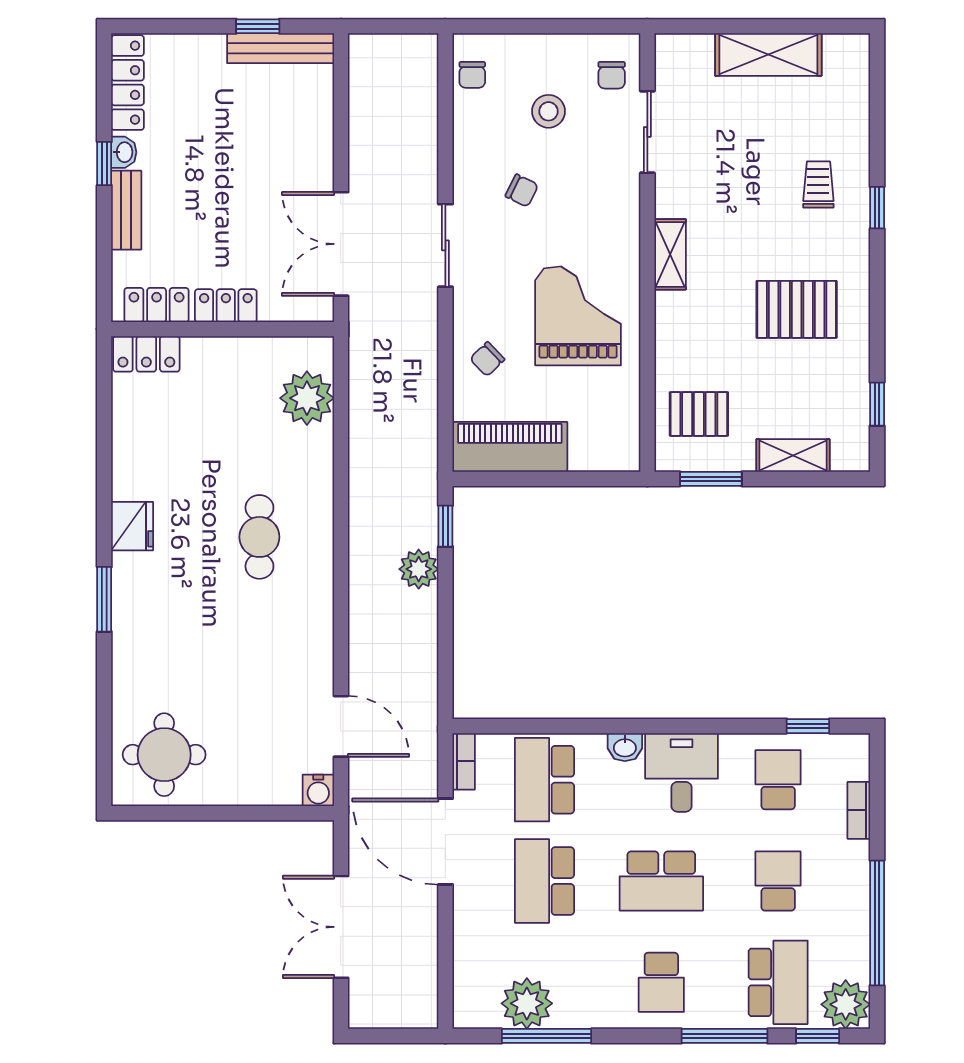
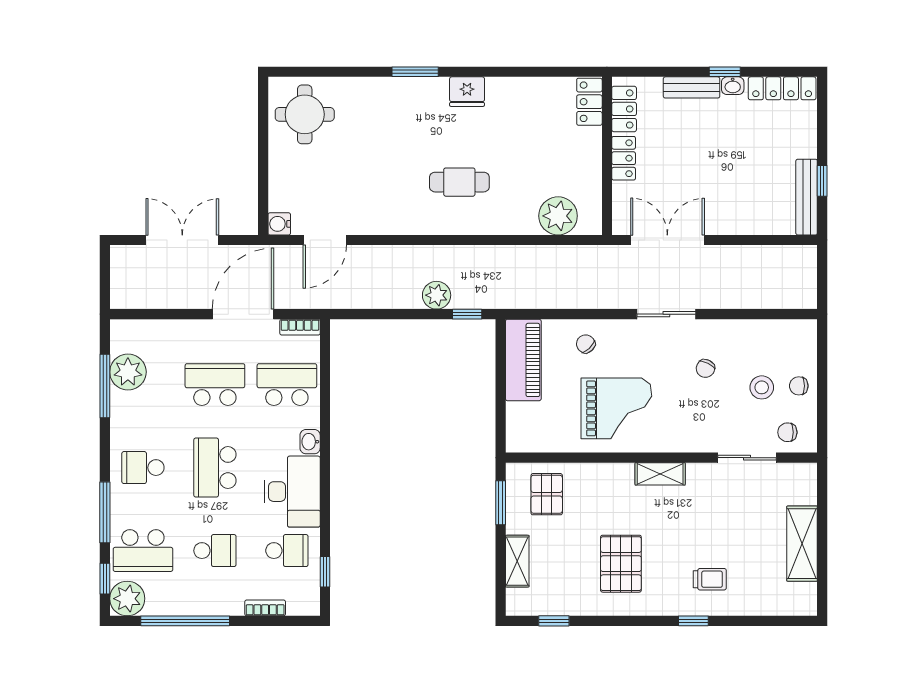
chair: (472, 75) -> (799, 386), moved
desk: (681, 772) -> (292, 492), width x1.37

